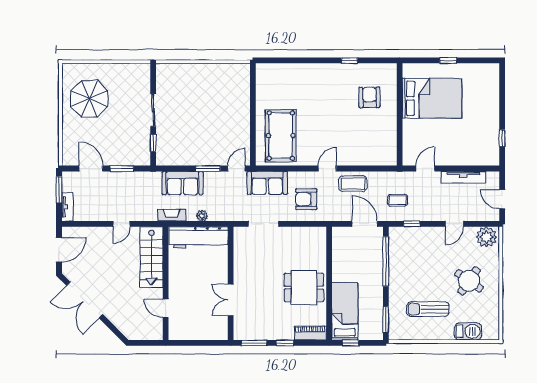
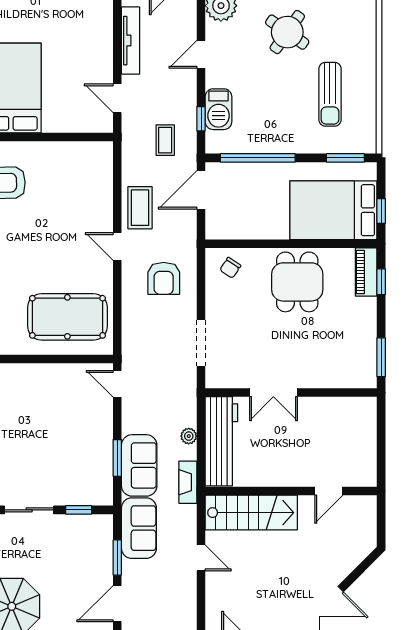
window: (208, 168) -> (117, 458), moved
sofa: (267, 183) -> (139, 528), moved
door: (454, 224) -> (201, 54), swing flipped
chair: (313, 243) -> (230, 268), added
double door: (231, 300) -> (273, 393), moved
bed: (345, 311) -> (333, 210), width x1.50
barbecue: (468, 331) -> (219, 109), moved, turned 180
window: (285, 343) -> (381, 282), moved

